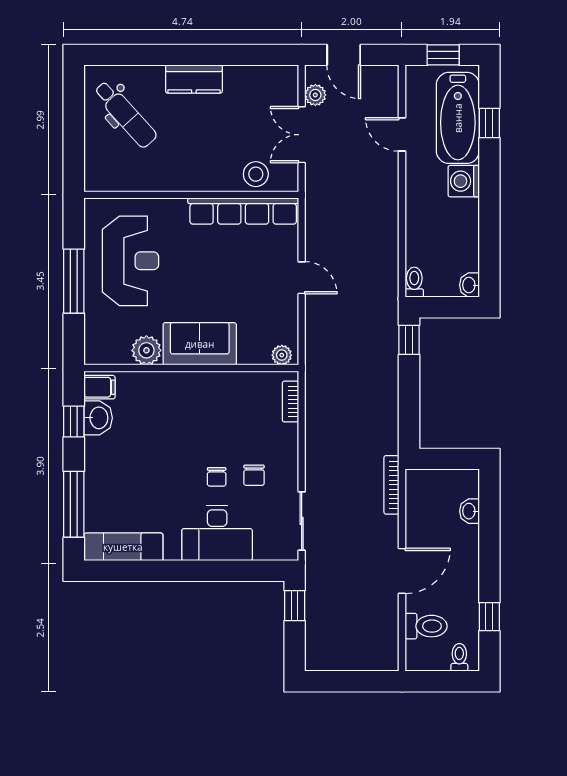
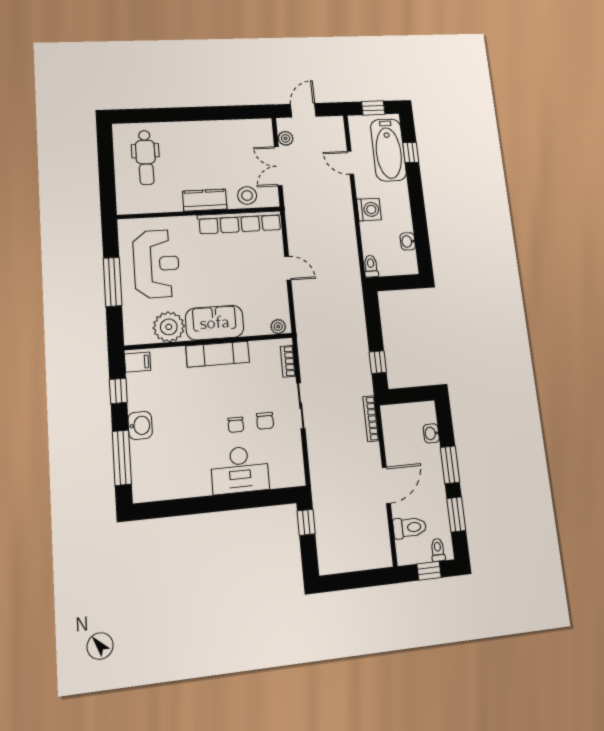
door: (344, 55) -> (303, 110), swing flipped
kitchen counter: (194, 79) -> (205, 200), moved, turned 180
dental chair: (125, 114) -> (146, 157), turned 42
washing machine: (464, 181) -> (369, 210), moved, turned 180
washbasin: (469, 285) -> (408, 241), moved
window: (409, 340) -> (378, 362), moved
plant: (146, 350) -> (169, 327), width x1.36, depth x1.36
washbasin: (98, 418) -> (140, 425), moved
sliding door: (302, 521) -> (301, 406), moved
exam couch: (123, 547) -> (218, 354), moved, turned 180
window: (489, 554) -> (450, 465), added
window: (489, 617) -> (456, 514), width x1.50
window: (445, 681) -> (429, 571), added

